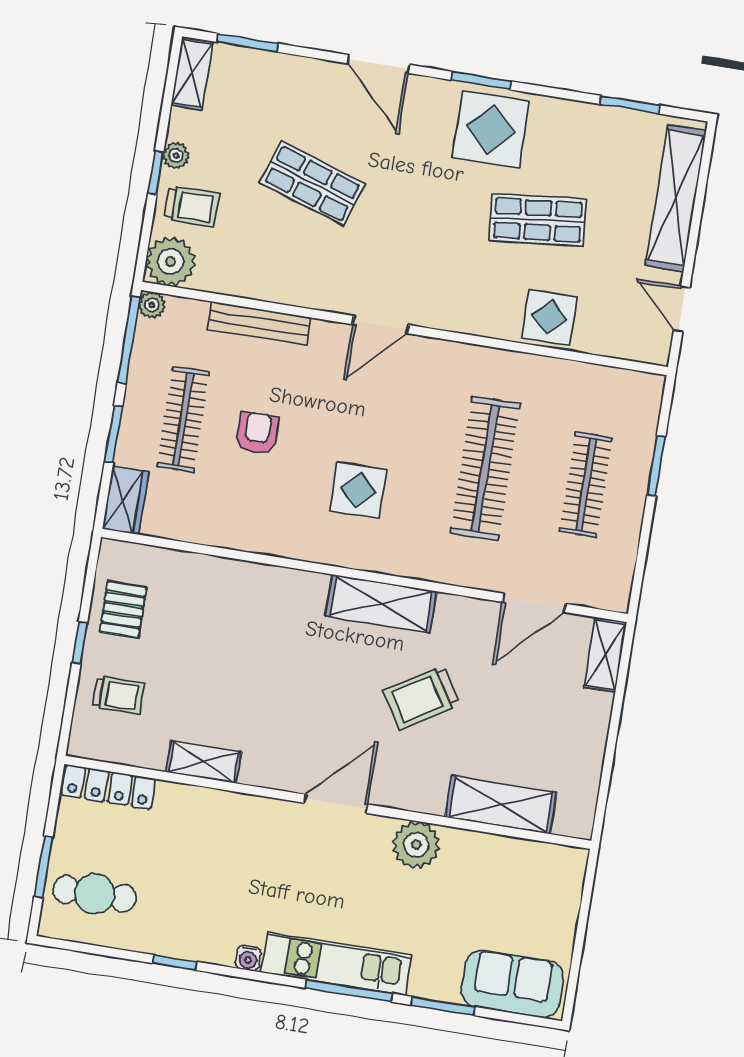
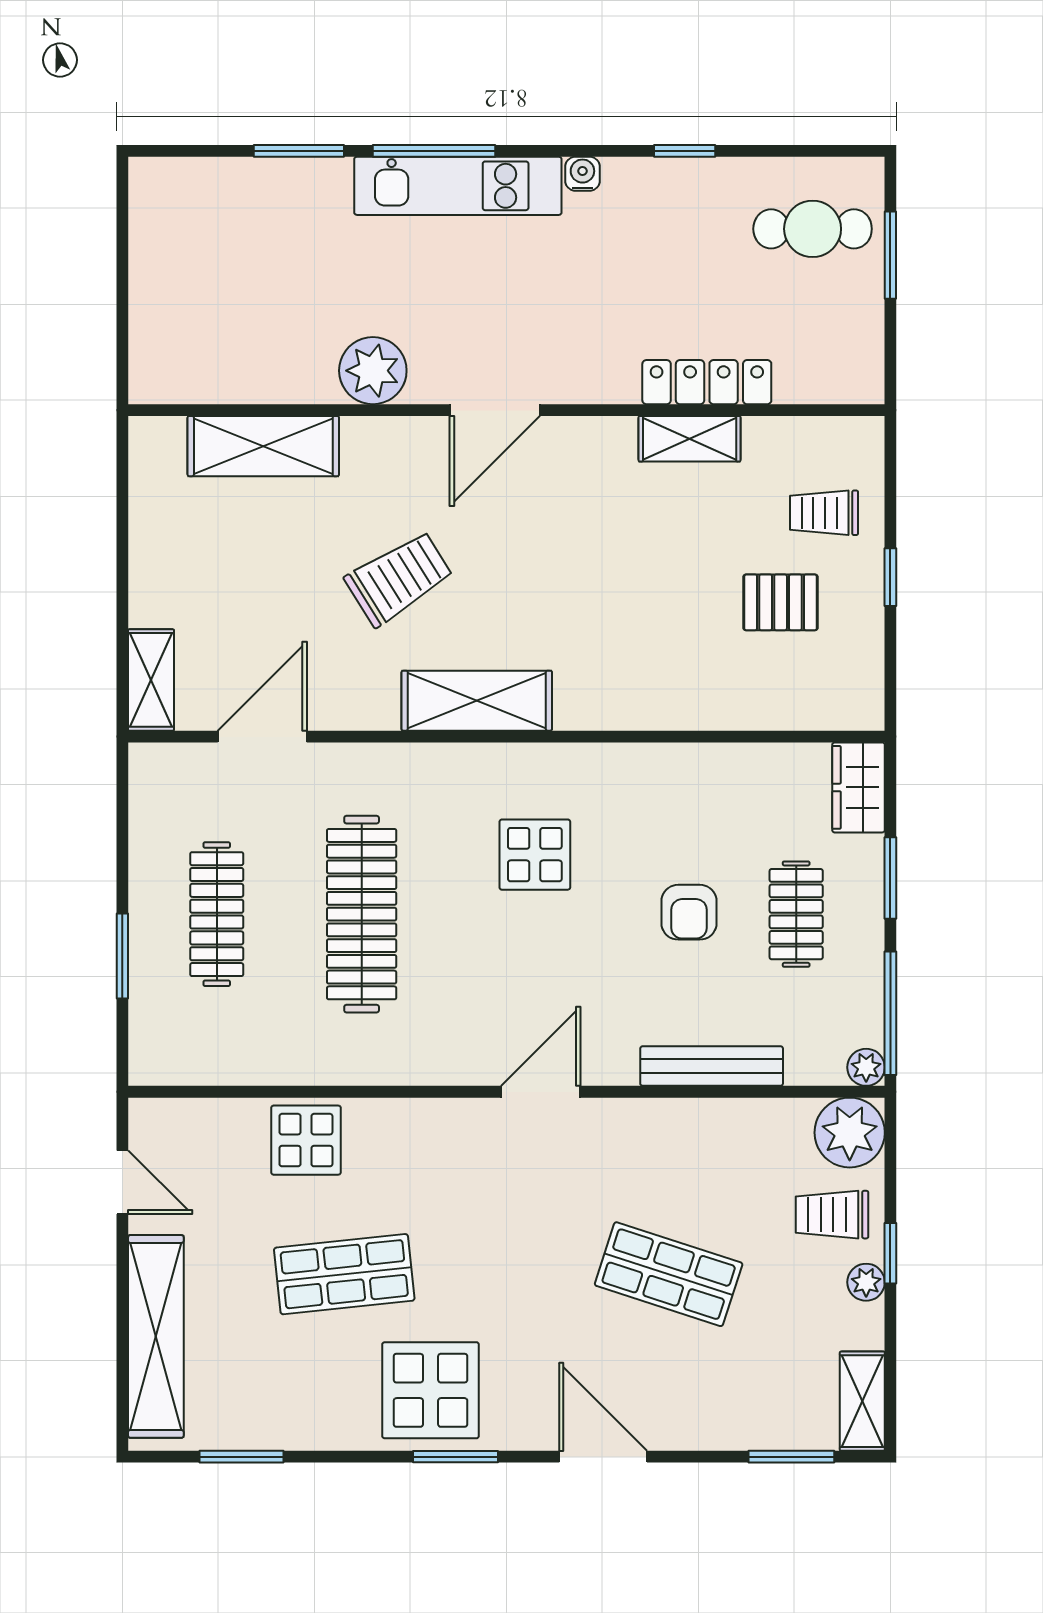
clothes rail: (183, 419) -> (796, 914), width x0.73
pallet: (123, 610) -> (781, 602), moved, turned 90
locker: (108, 787) -> (707, 382), moved
sofa: (512, 984) -> (207, 197), removed

